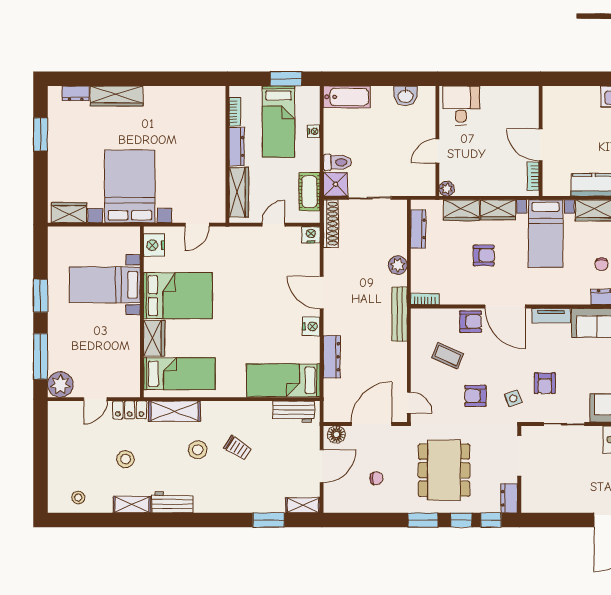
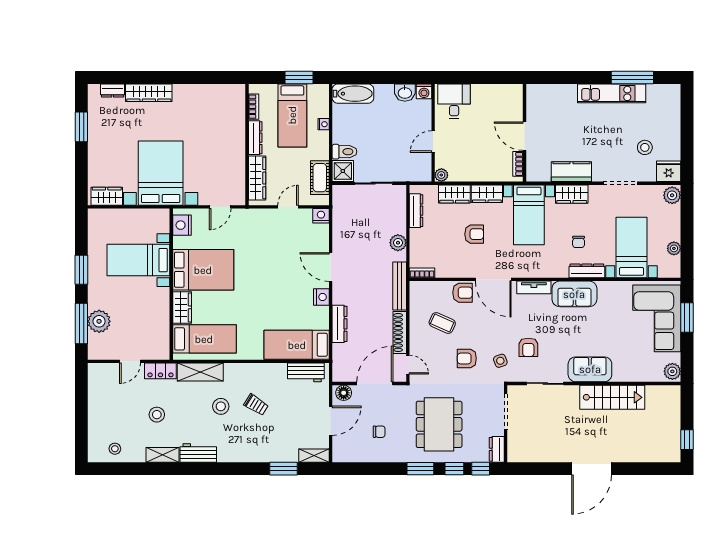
washing machine: (427, 94) -> (424, 91), added
shoe rack: (331, 224) -> (400, 333), moved, turned 180
plant: (60, 385) -> (99, 321), moved

